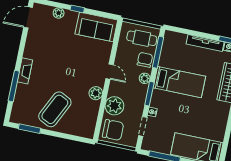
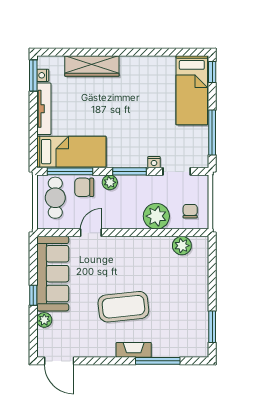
sofa: (96, 27) -> (53, 274), width x1.36
door: (110, 72) -> (91, 233), moved
bed: (179, 82) -> (71, 152), moved, turned 90
plant: (96, 93) -> (182, 246), moved
coffee table: (55, 109) -> (123, 307), moved, turned -32
chair: (113, 130) -> (190, 211), width x0.54, depth x0.54

